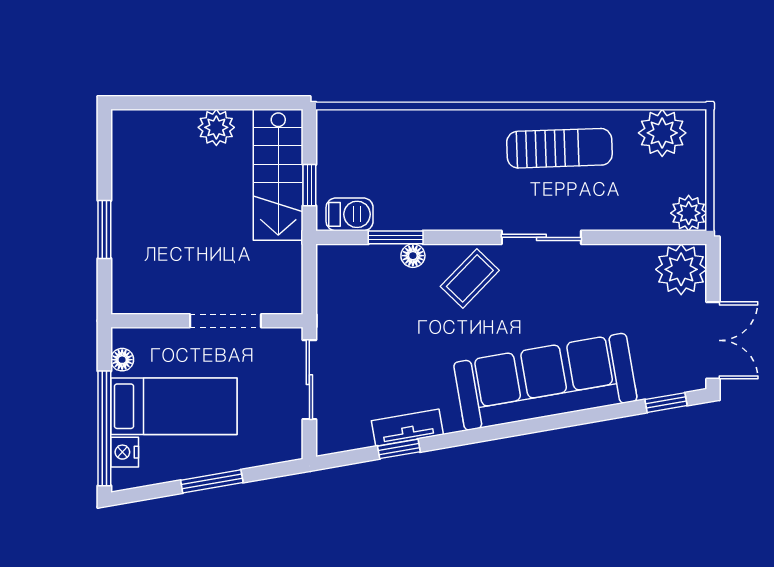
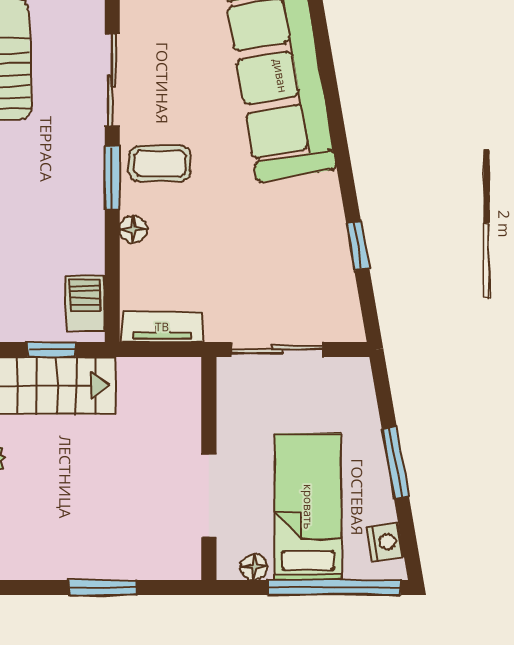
window: (396, 237) -> (112, 178), moved
coffee table: (470, 278) -> (160, 163), turned -44
doorway: (226, 321) -> (209, 496), moved
tv unit: (407, 428) -> (162, 327), moved, turned 100
nightstand: (125, 452) -> (385, 542), moved, turned -100

